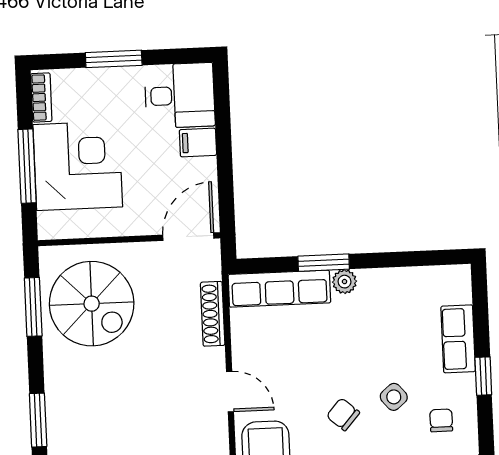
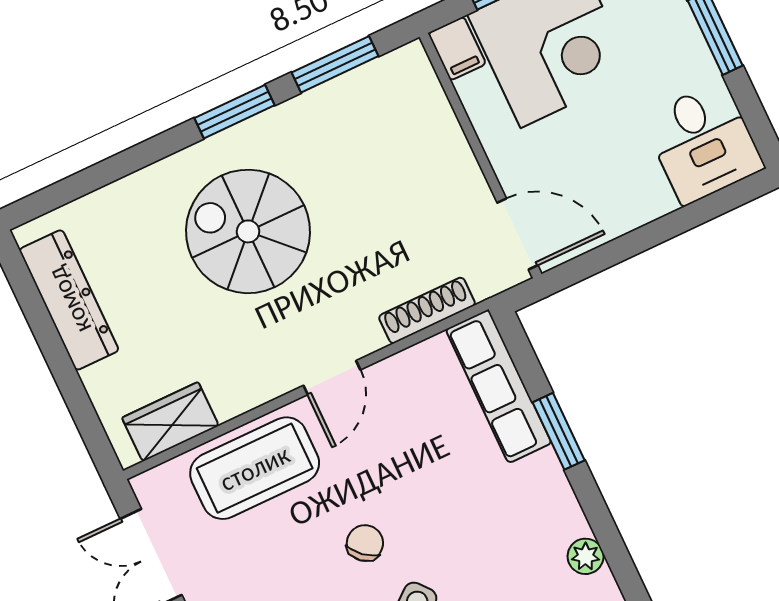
filing cabinet: (198, 142) -> (457, 48), moved, turned 180
plant: (344, 282) -> (586, 556), moved
spiral stairs: (92, 304) -> (248, 231), moved, turned 90
window: (38, 420) -> (234, 112), moved

